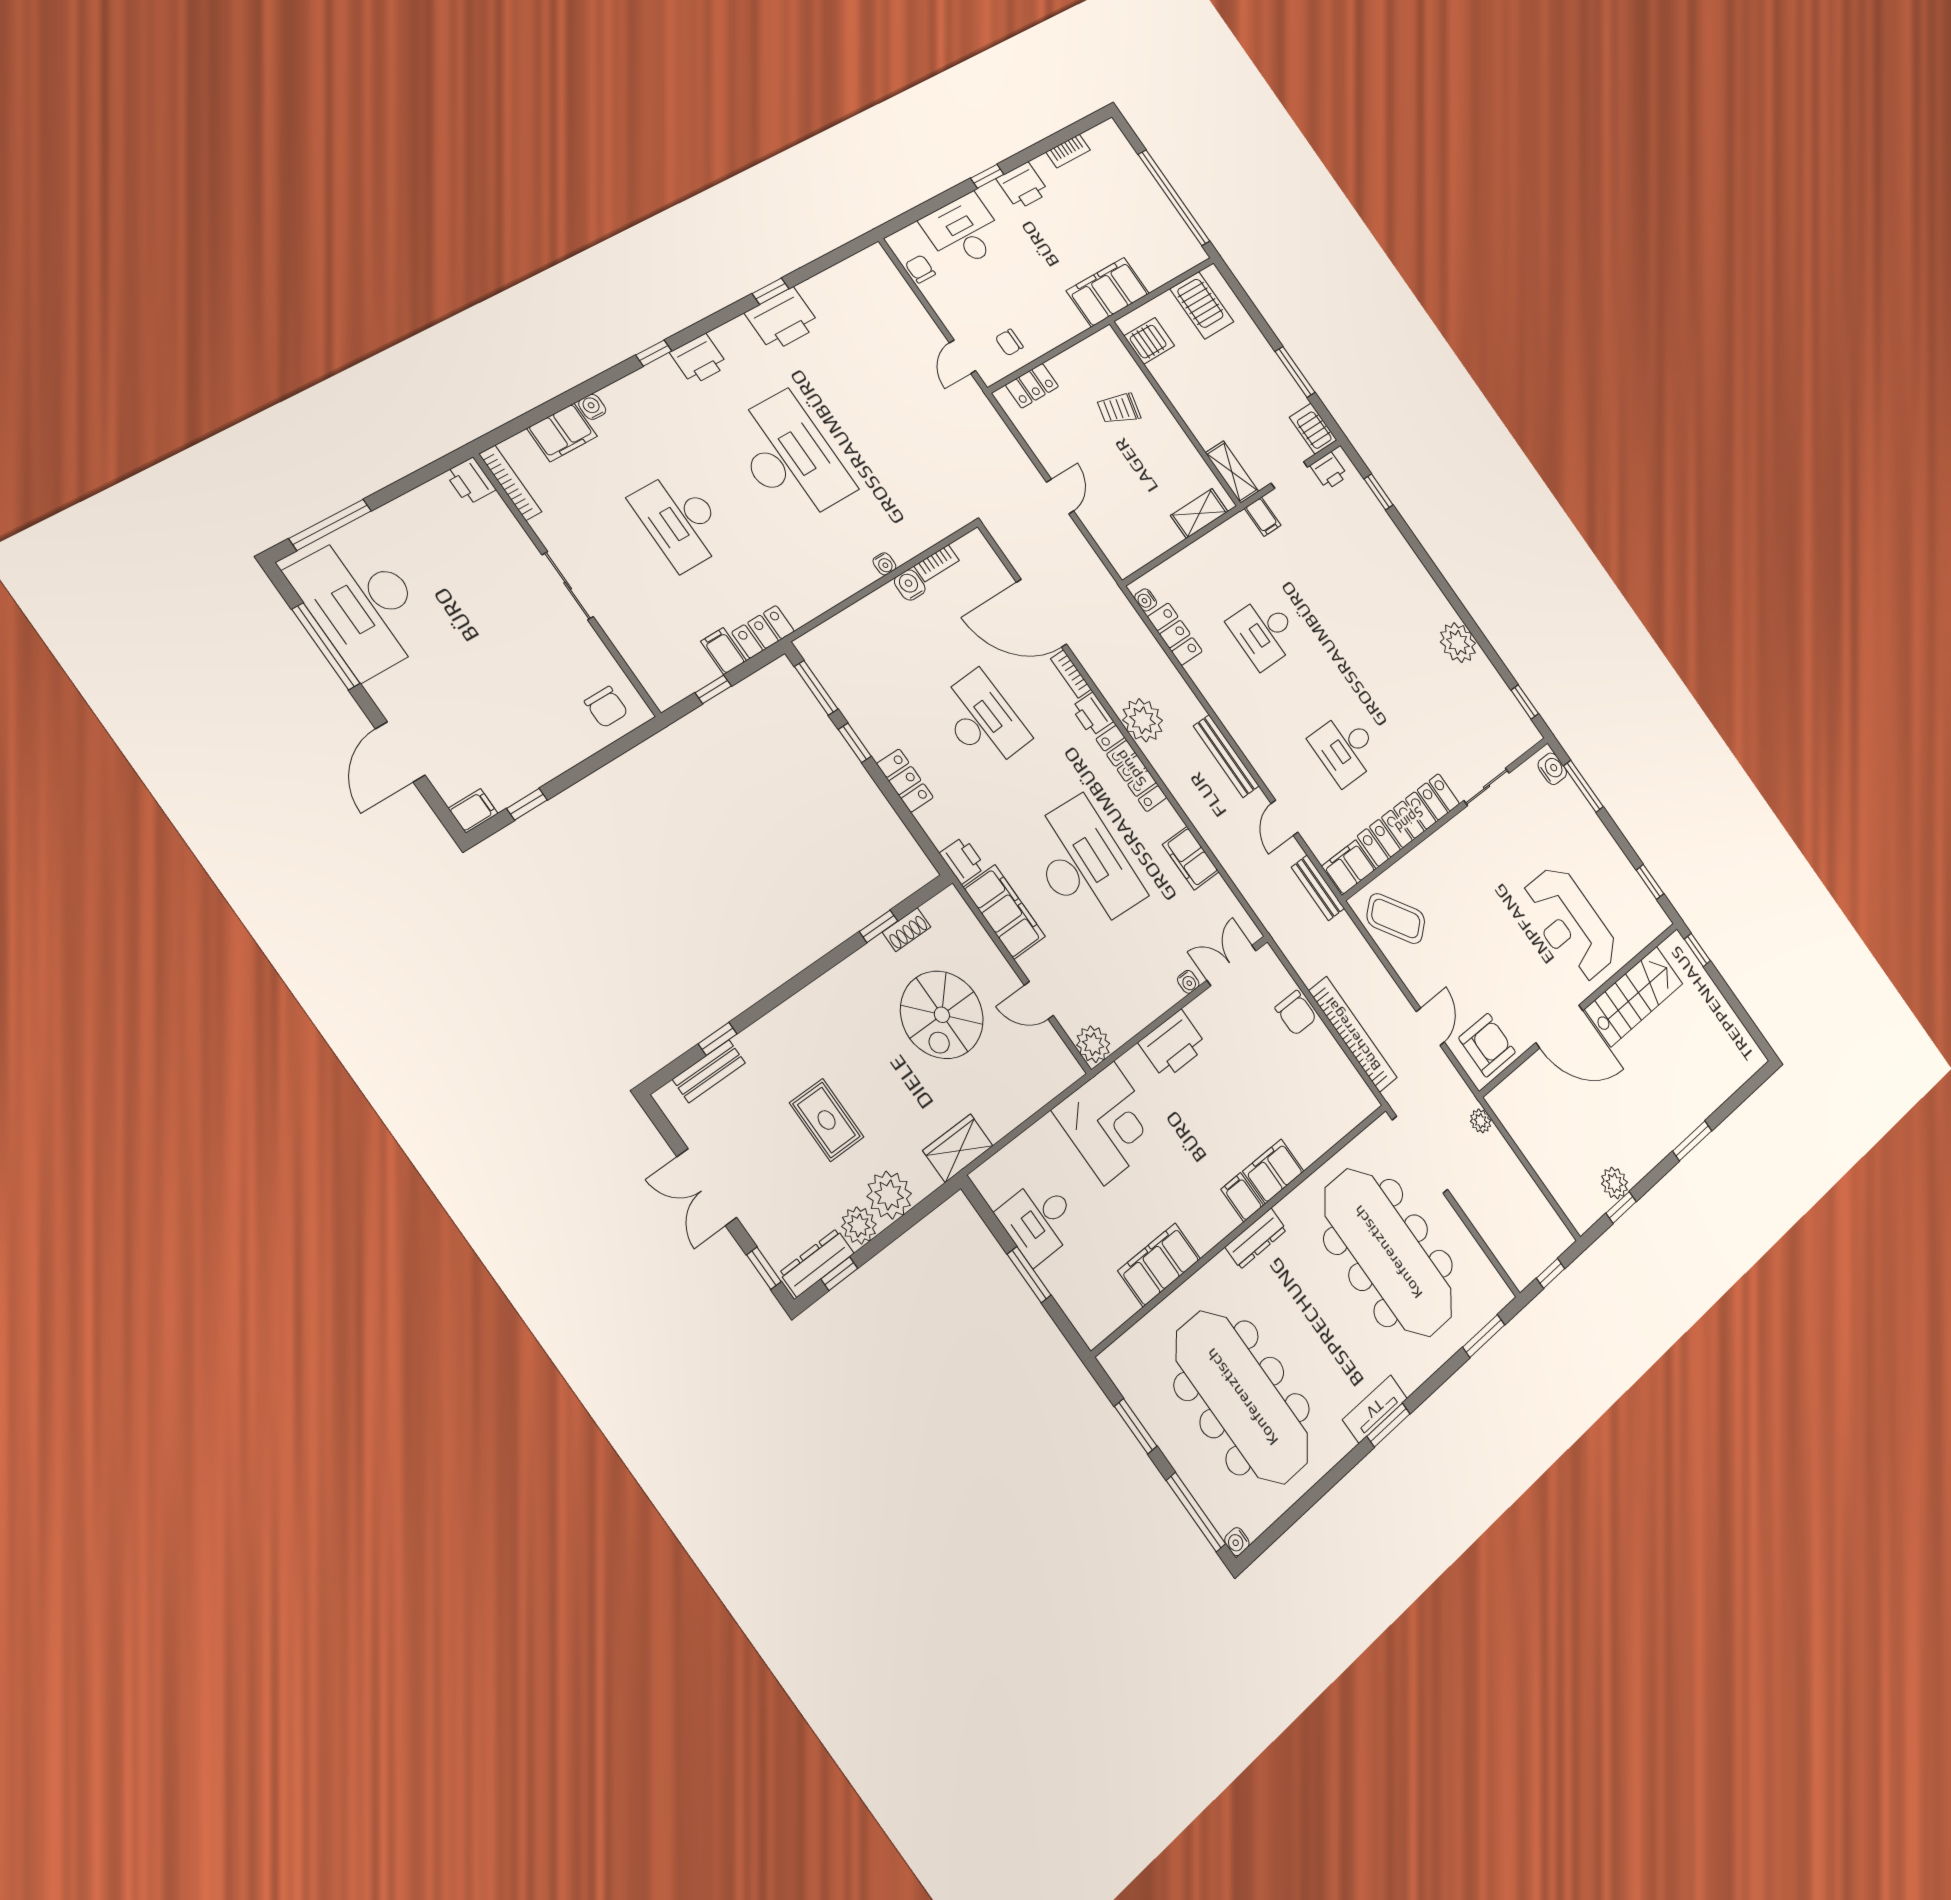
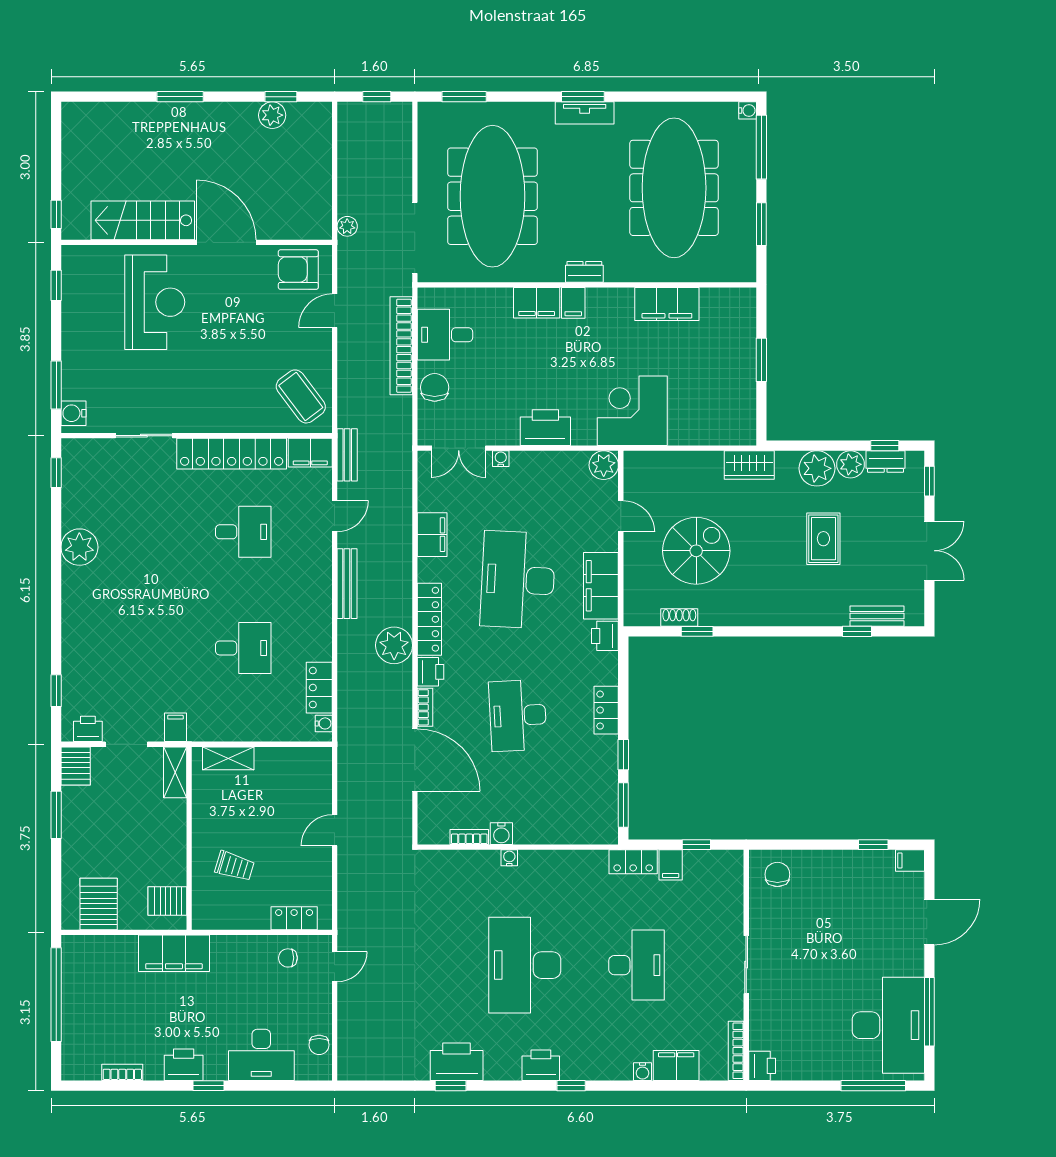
chair: (1009, 342) -> (288, 958), turned 180
desk: (1039, 1220) -> (445, 335), moved, turned 180
dresser: (1256, 1238) -> (584, 272), width x0.70
dresser: (817, 1263) -> (886, 462), width x0.70

